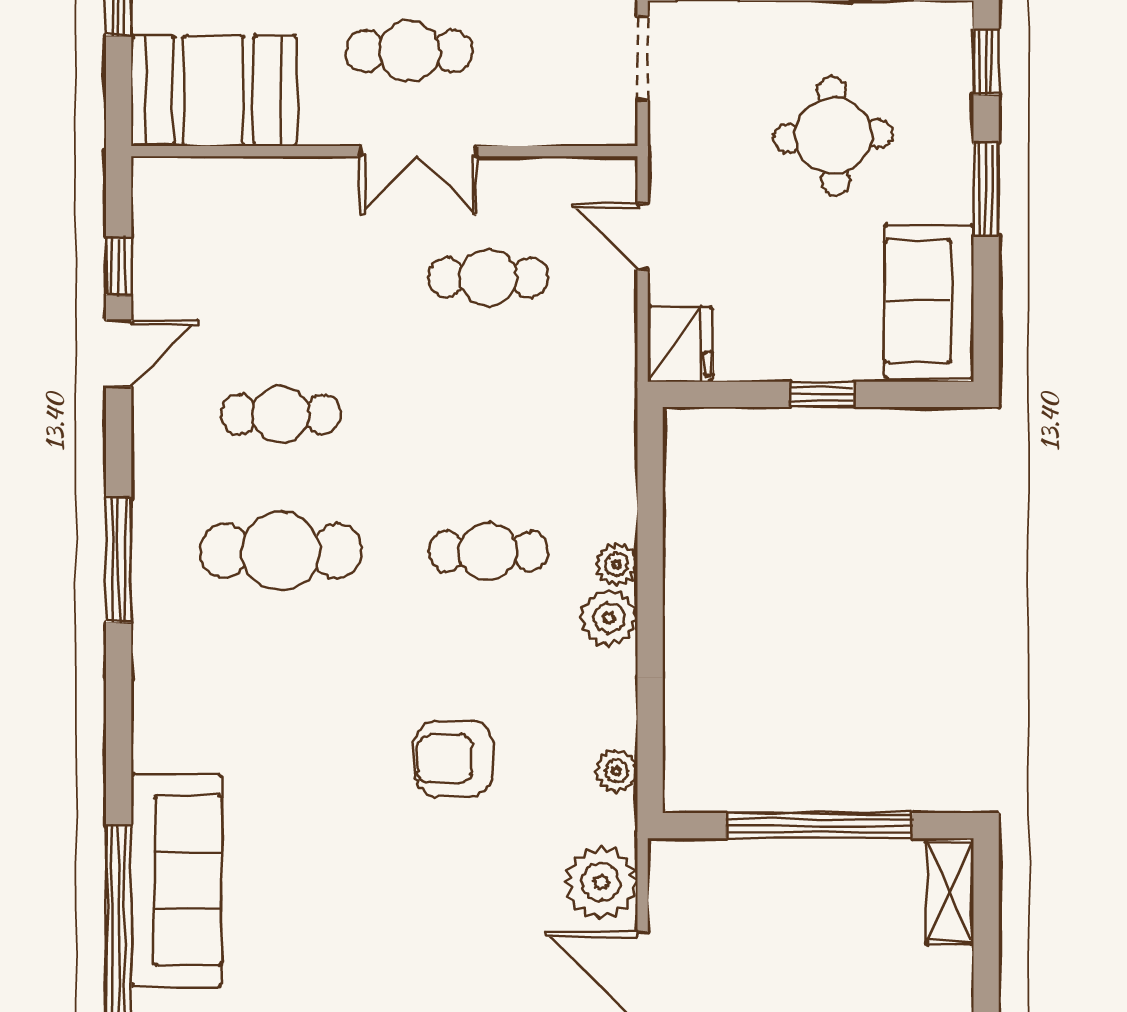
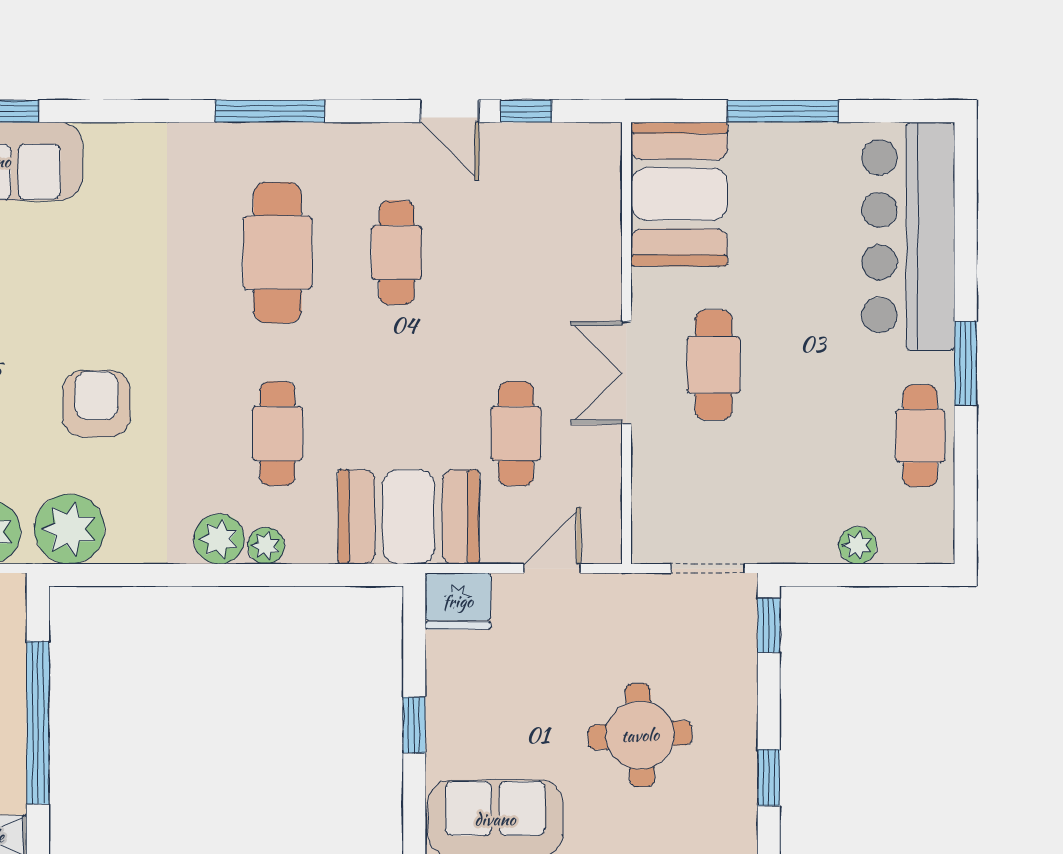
booth: (583, 401) -> (409, 517), added
plant: (616, 771) -> (69, 529), width x1.87, depth x1.87

